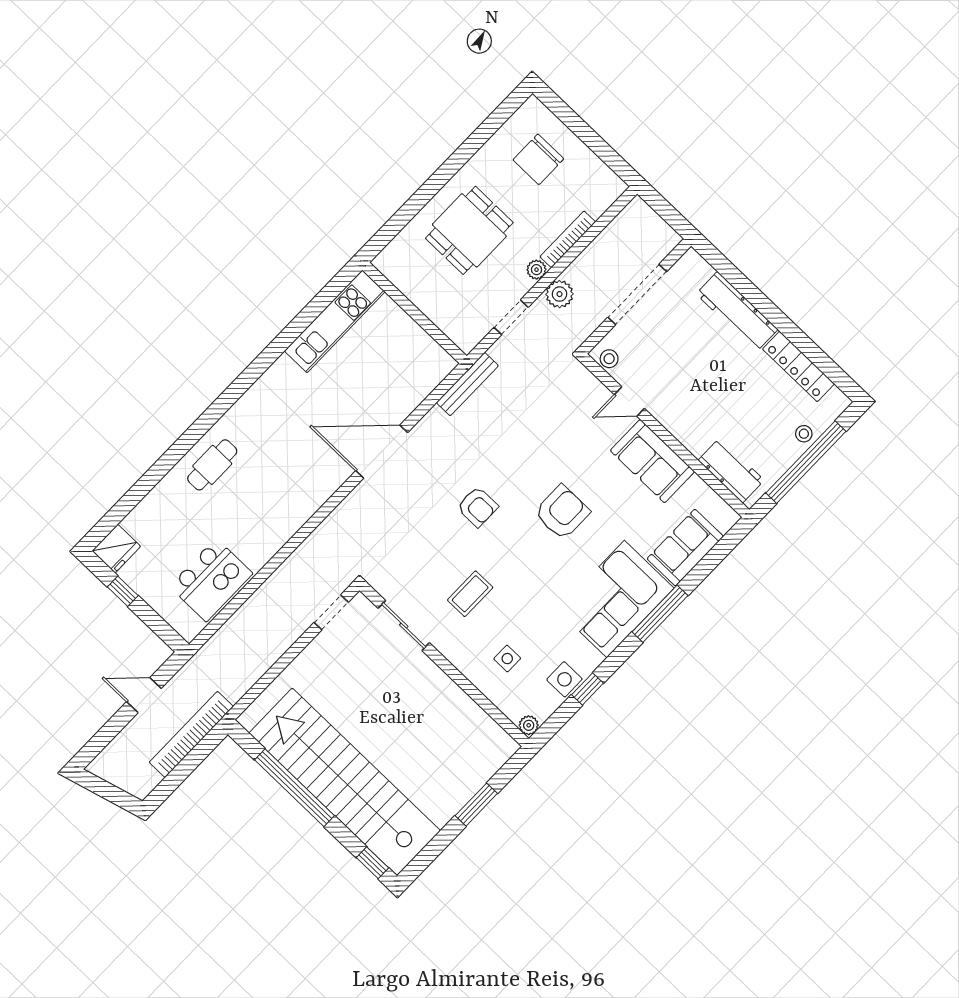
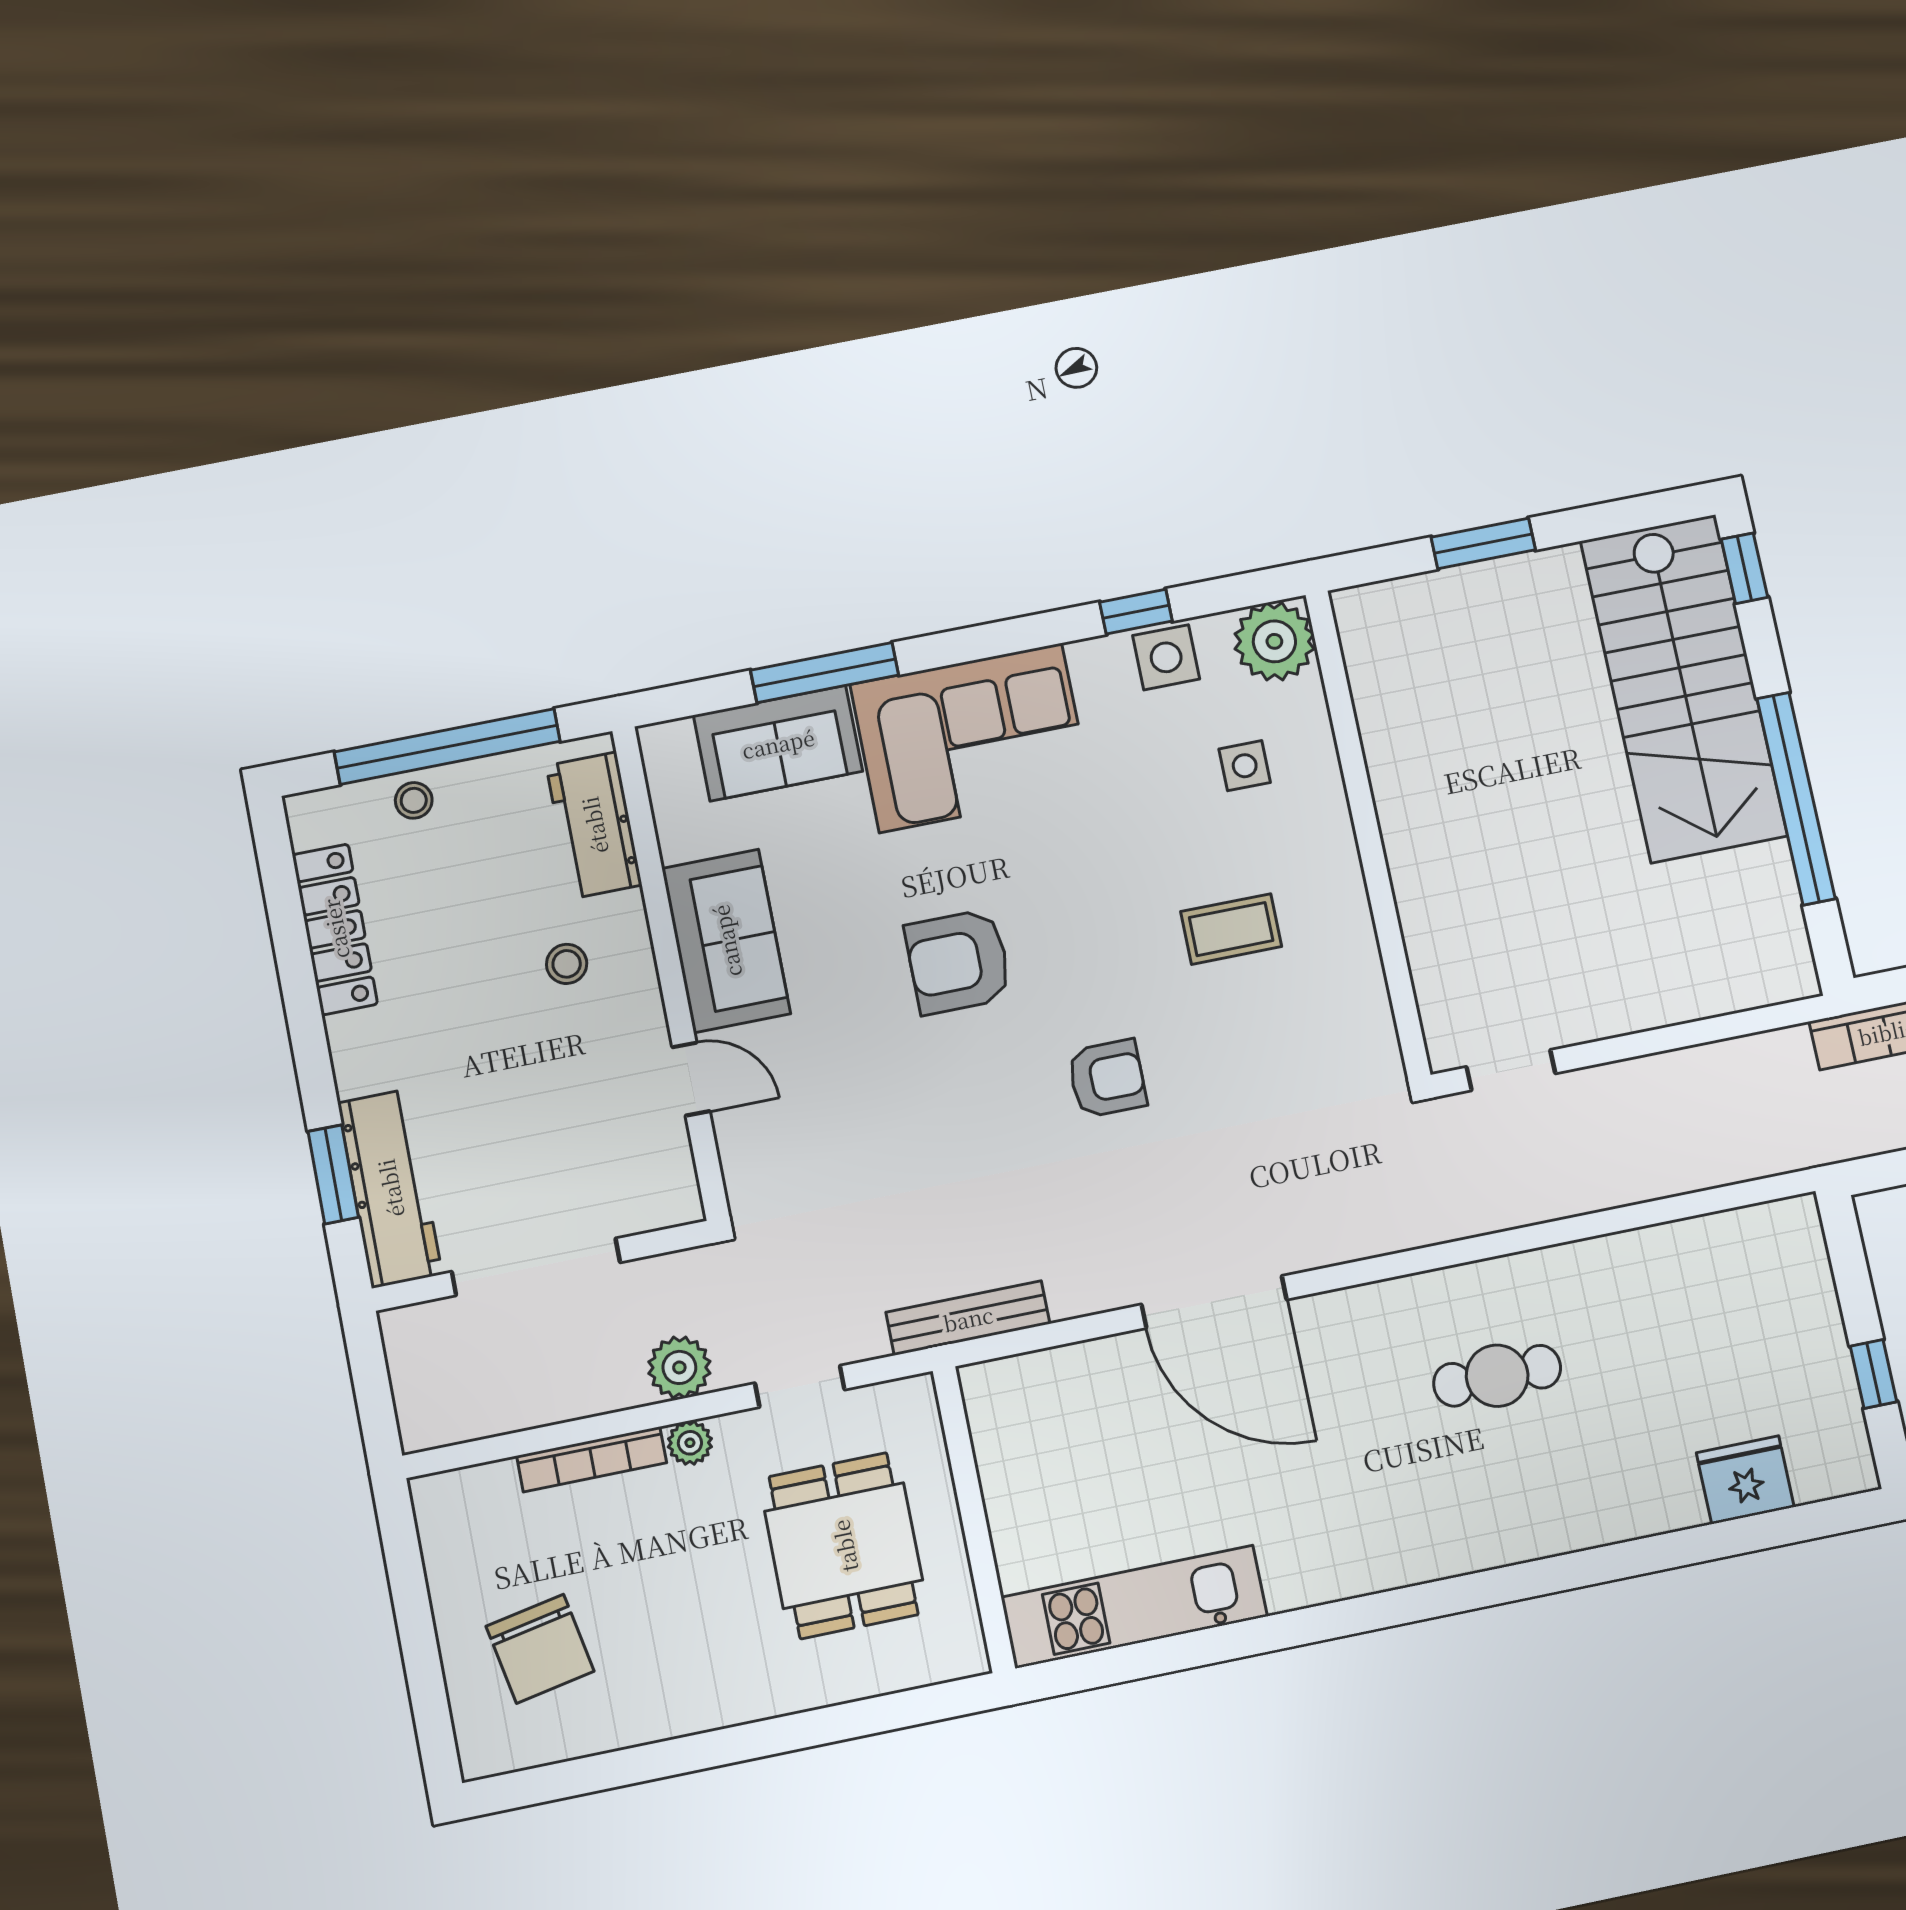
chair: (538, 159) -> (540, 1649), turned 79
dining table: (469, 230) -> (844, 1546), moved, turned 90
window: (735, 277) -> (333, 1174), added
workbench: (737, 312) -> (390, 1188), moved
stool: (609, 359) -> (567, 964), moved
cafe table: (212, 465) -> (1497, 1376), moved
armchair: (477, 507) -> (1107, 1078), turned 90
fridge: (116, 549) -> (1745, 1480), moved
kitchen island: (211, 580) -> (1694, 1282), removed
window: (660, 614) -> (825, 673), moved
sliding door: (404, 626) -> (1393, 955), removed
plant: (529, 725) -> (1274, 641), width x1.88, depth x1.88
stairs: (345, 782) -> (1684, 688), width x0.73

